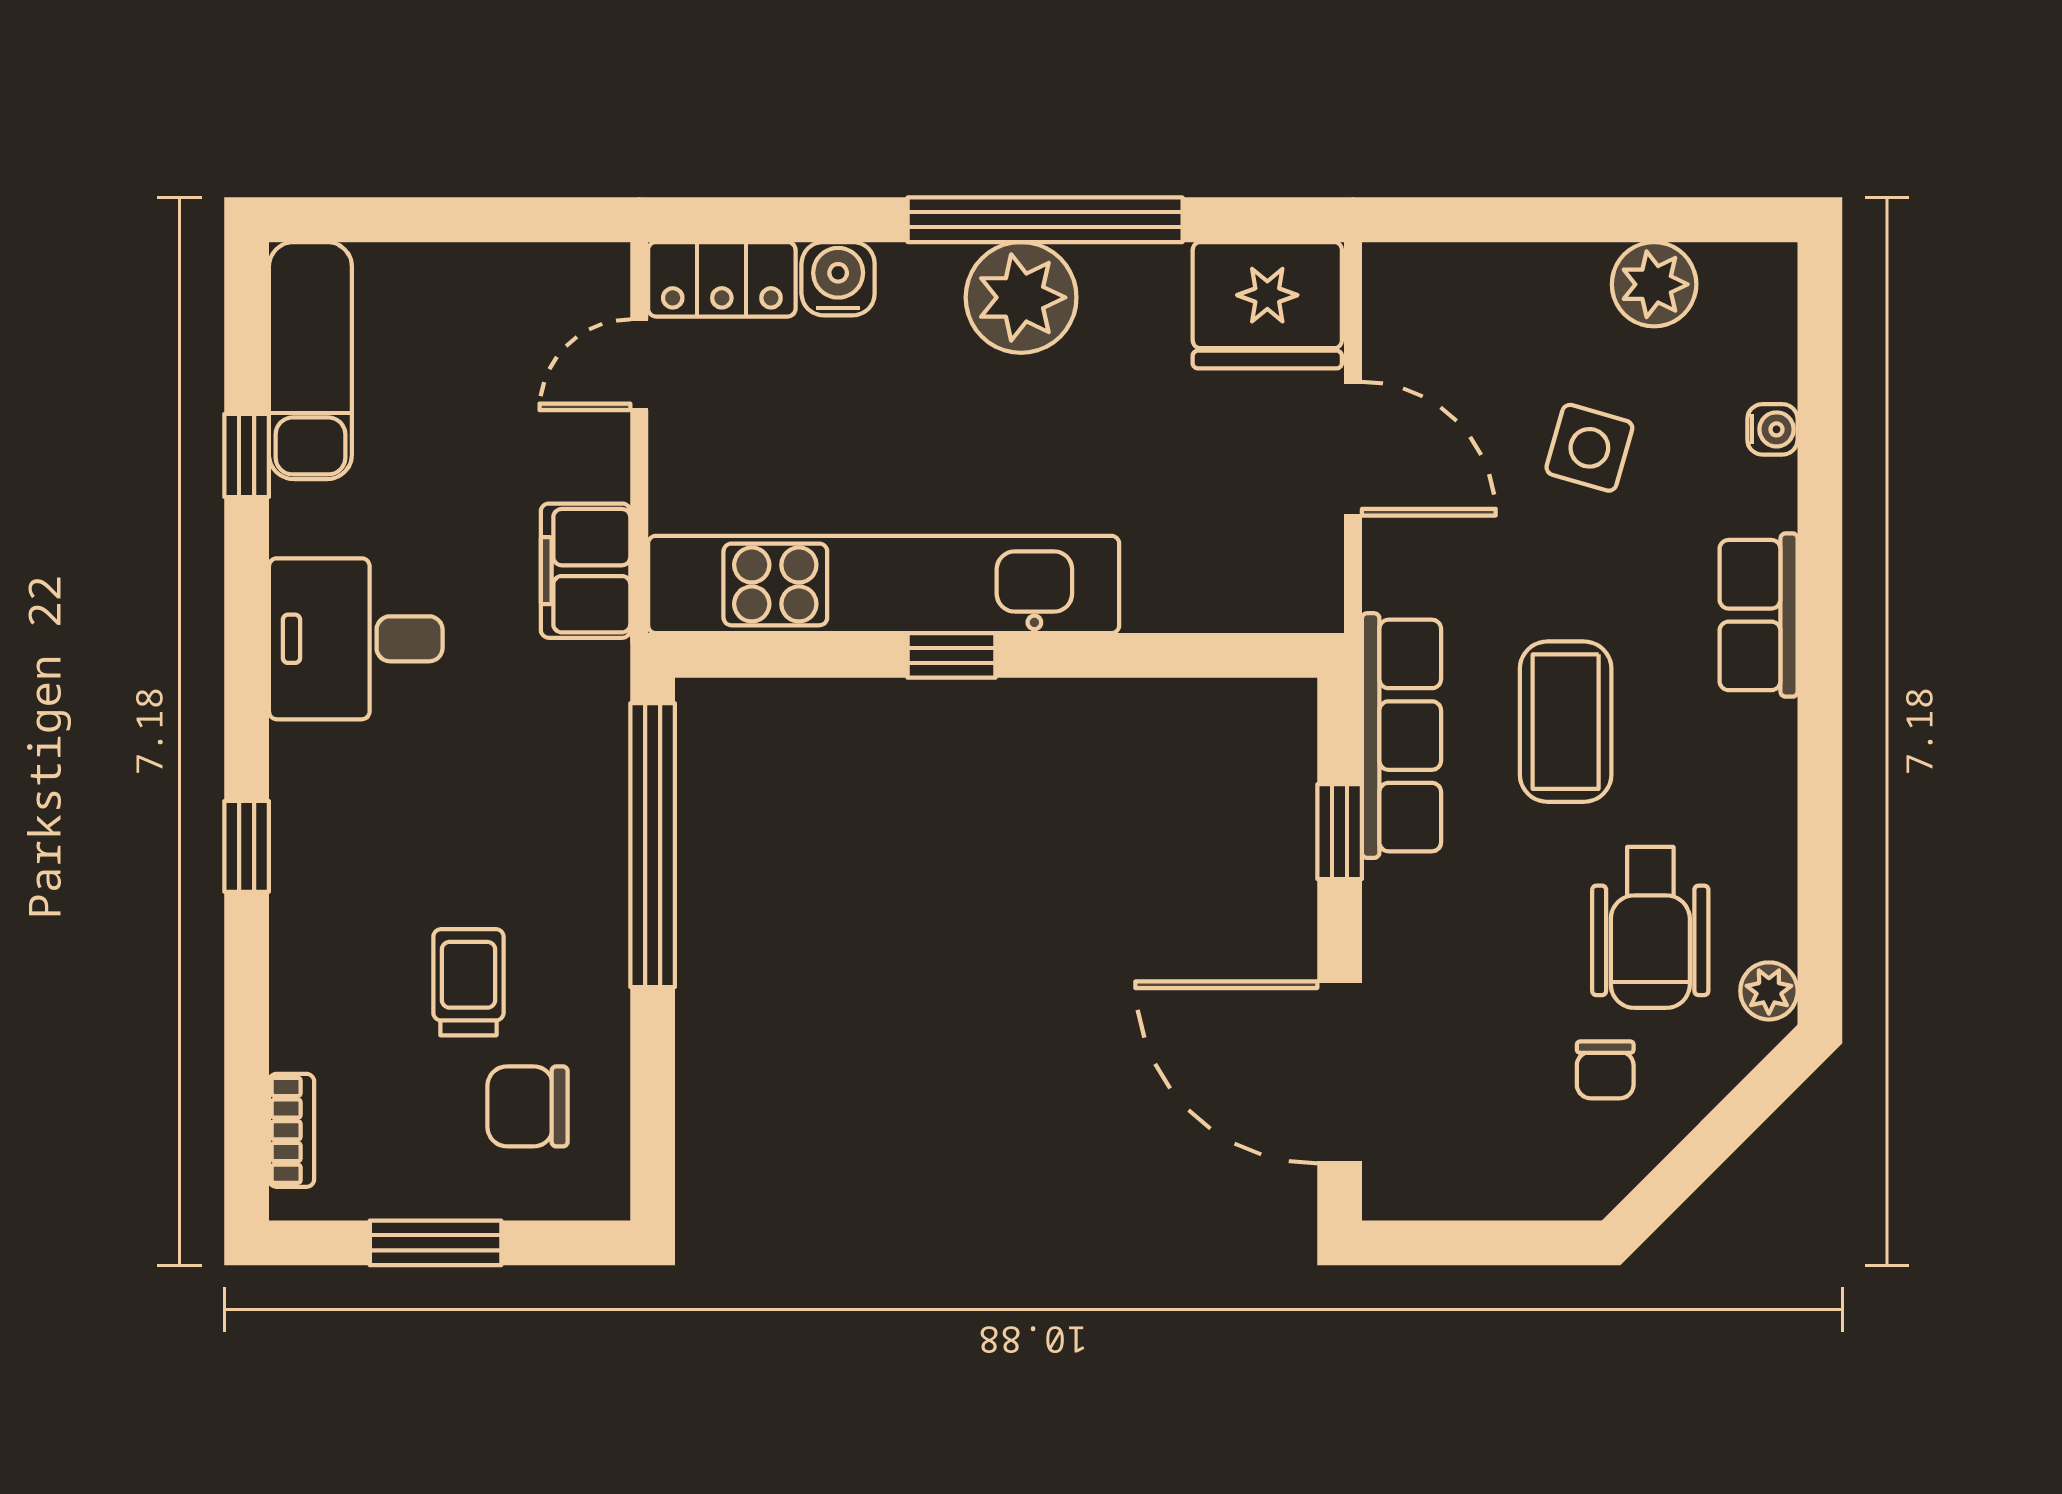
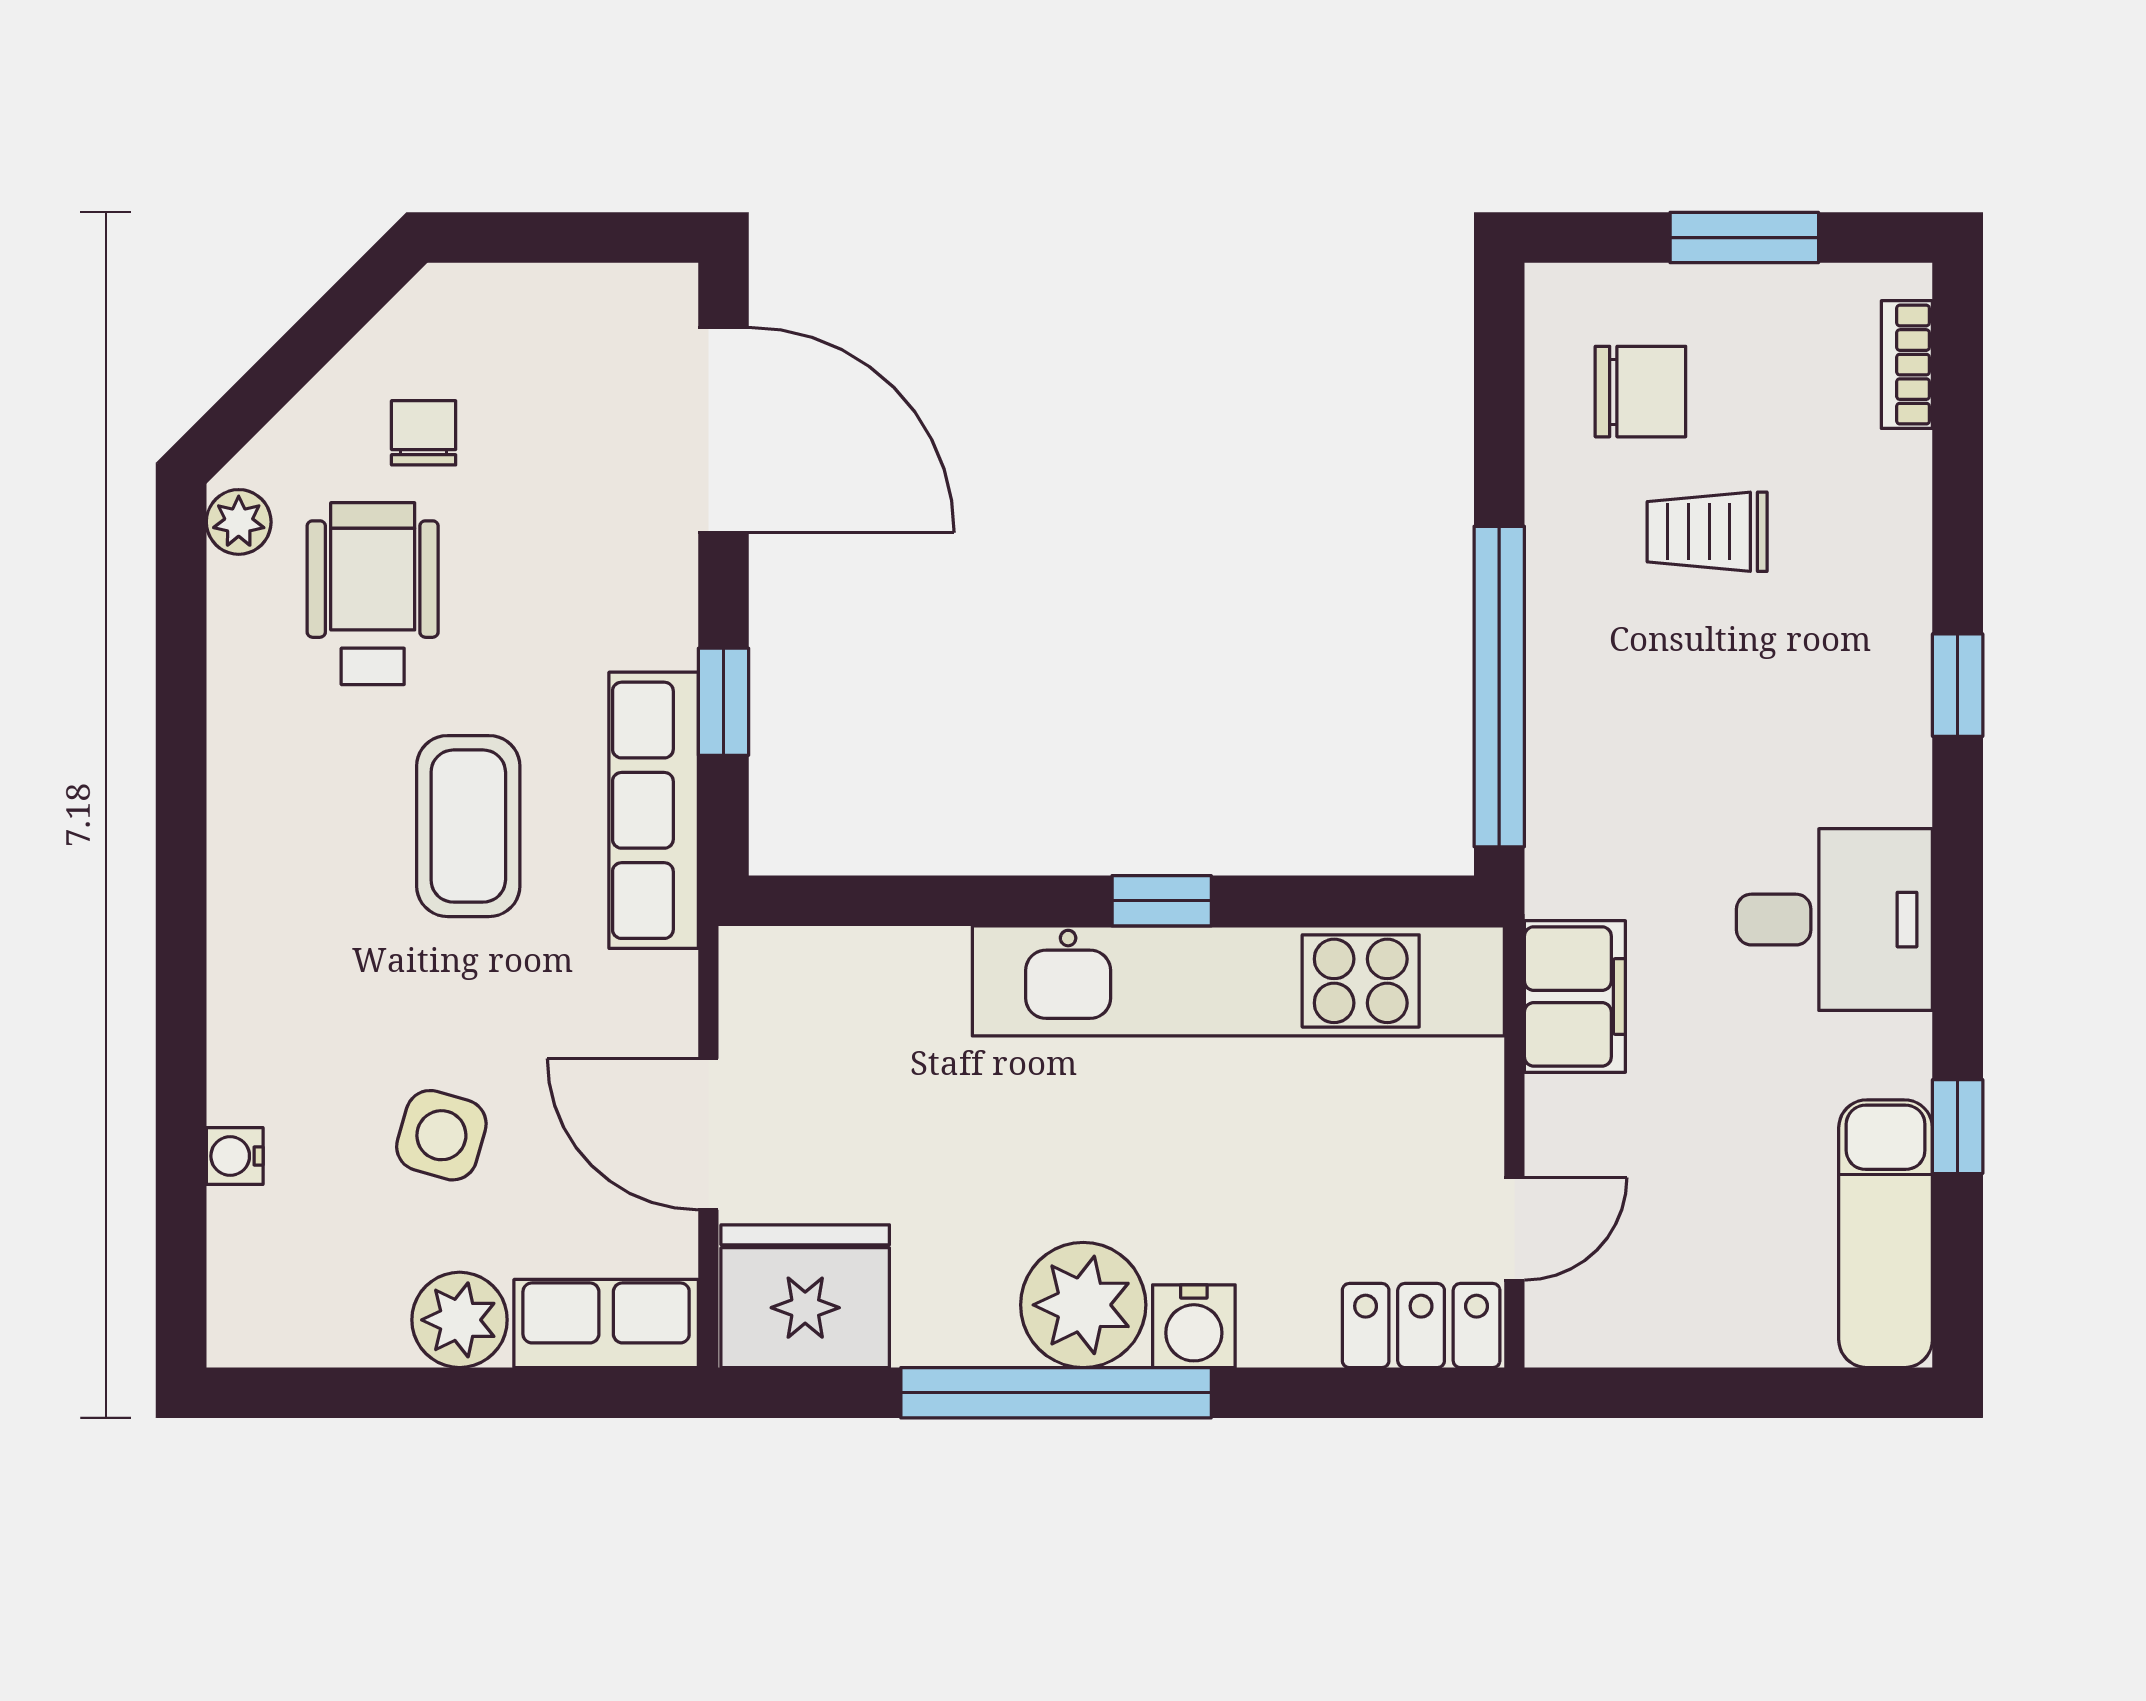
water cooler: (838, 279) -> (1194, 1326), moved
plant: (1654, 284) -> (460, 1320), moved
row of seats: (1759, 615) -> (606, 1323), moved, turned -90
trolley: (468, 982) -> (1707, 532), turned 90

